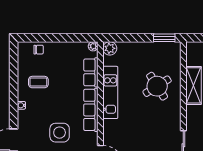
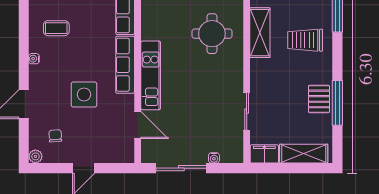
round table: (157, 86) -> (212, 34), turned 32
kitchen unit: (110, 92) -> (151, 75), moved

